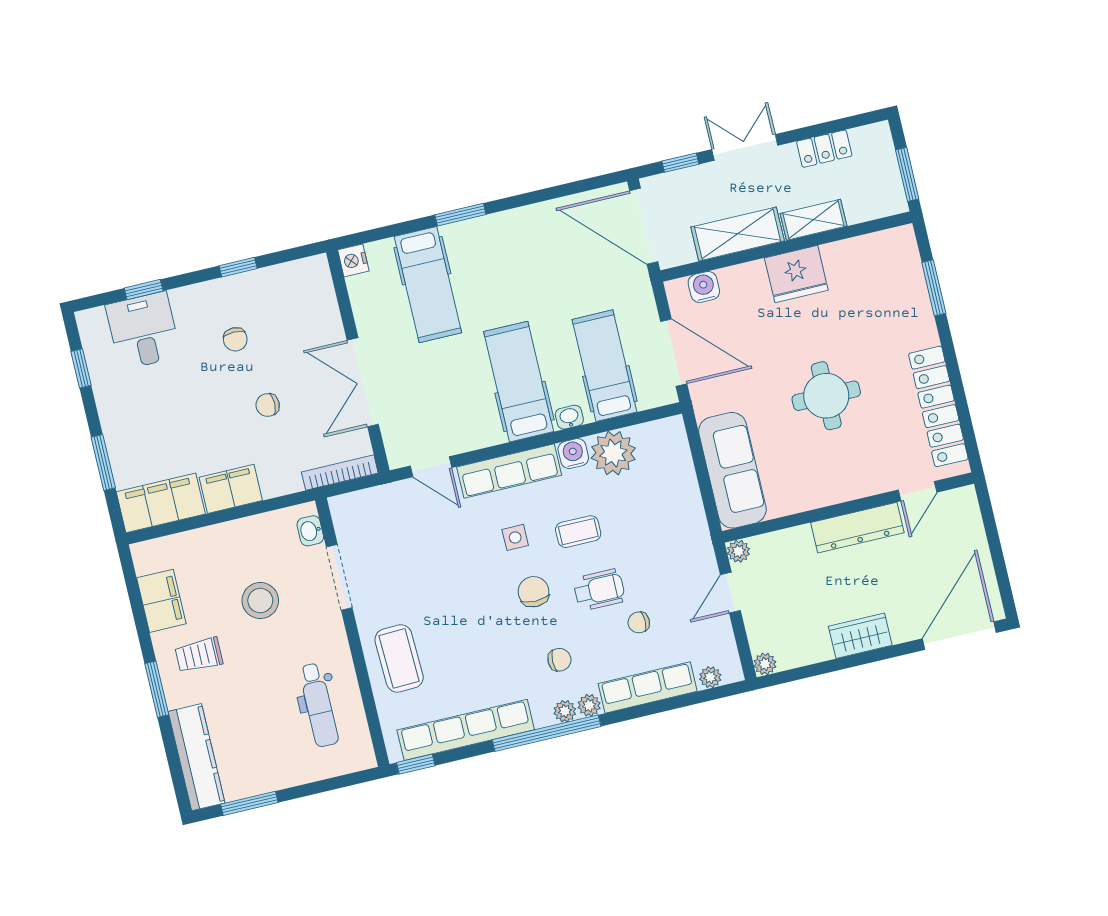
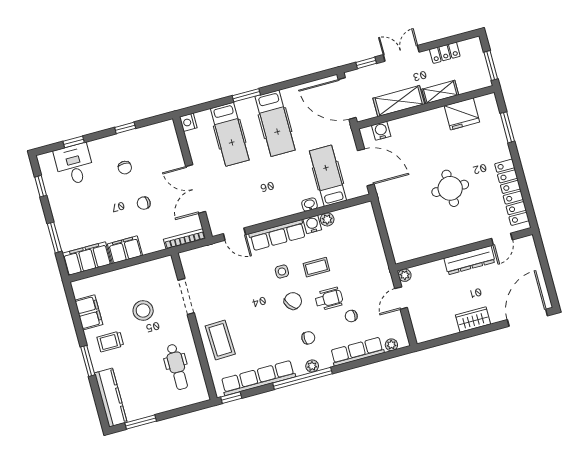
fridge: (796, 274) -> (462, 114), moved
hospital bed: (519, 382) -> (275, 123), moved, turned 180
plant: (613, 453) -> (327, 219), width x0.53, depth x0.53
sofa: (732, 470) -> (400, 231), removed
washbasin: (310, 531) -> (169, 271), removed
chair: (534, 592) -> (293, 301), turned 53
plant: (765, 664) -> (421, 337), removed
plant: (589, 705) -> (325, 362), removed

